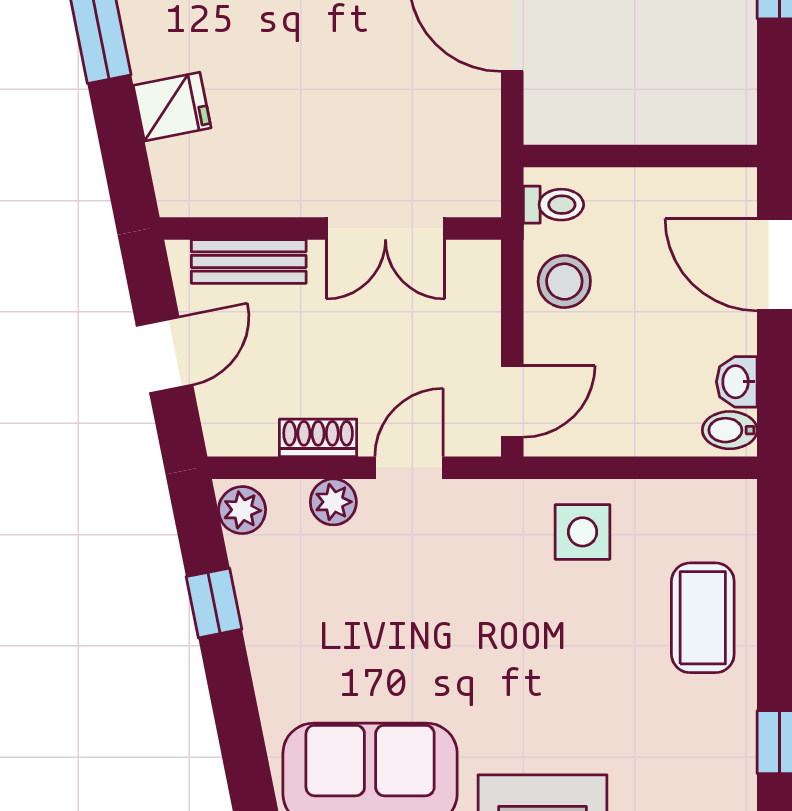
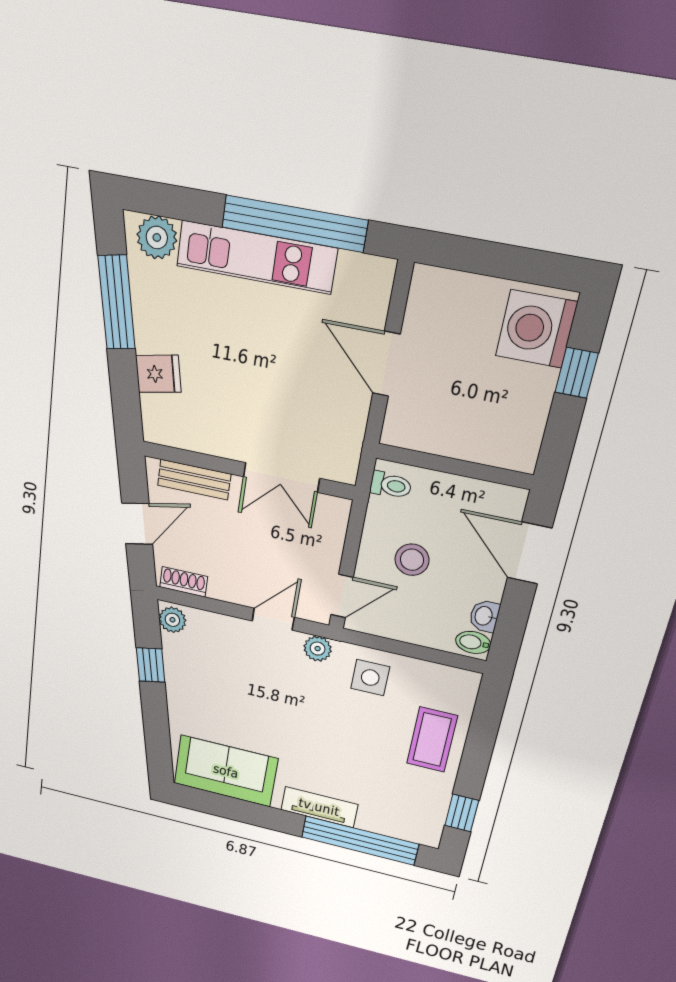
stool: (564, 282) -> (412, 560), moved
shoe rack: (318, 438) -> (184, 582), moved
plant: (333, 502) -> (318, 649), moved

